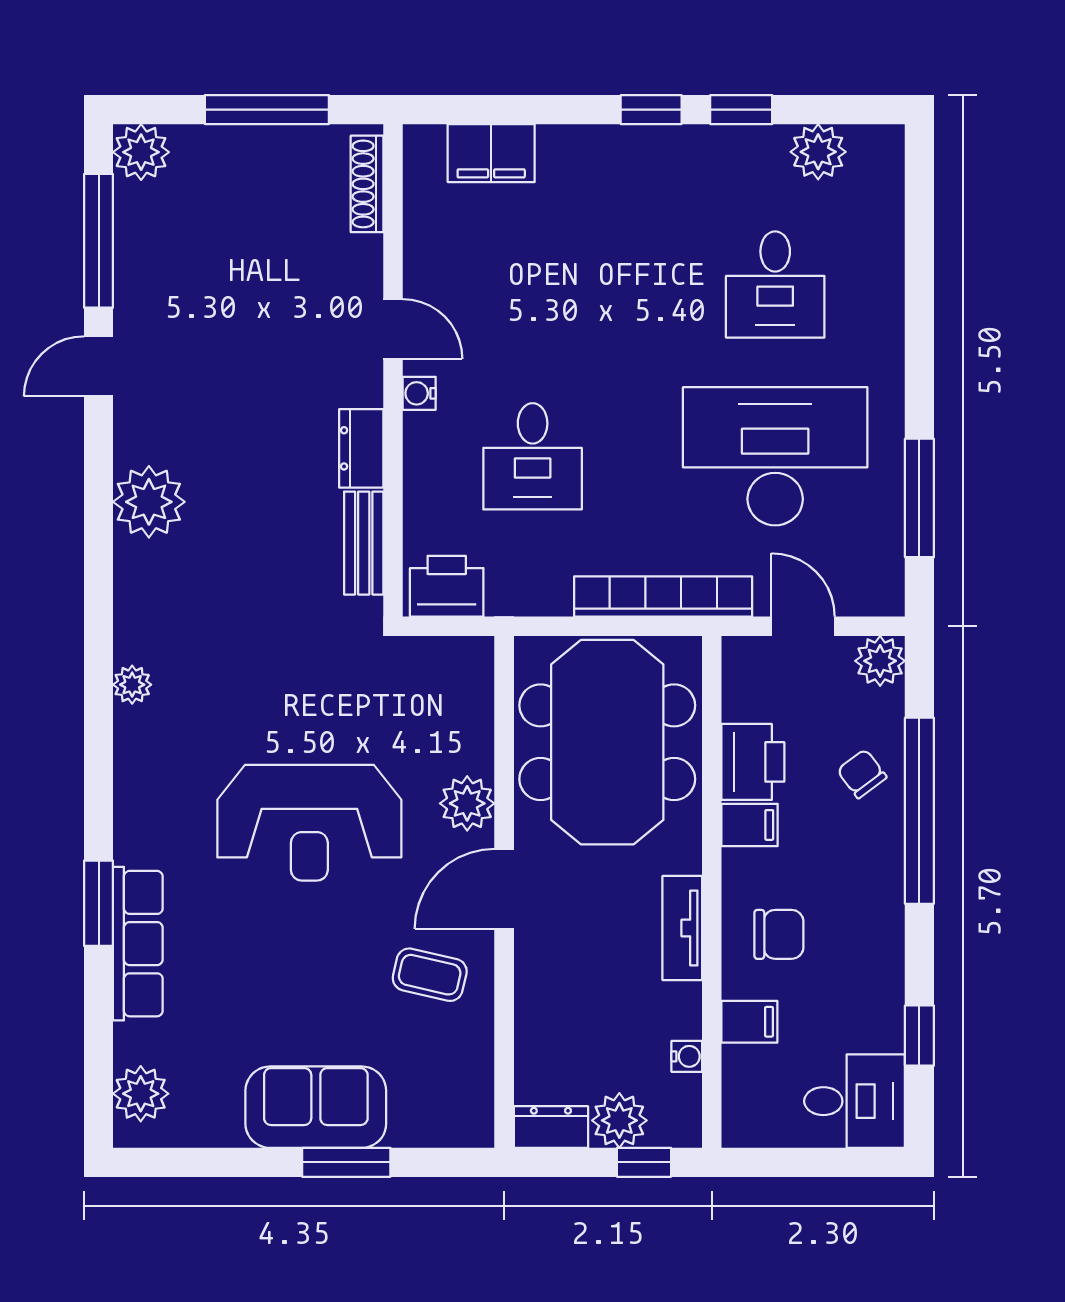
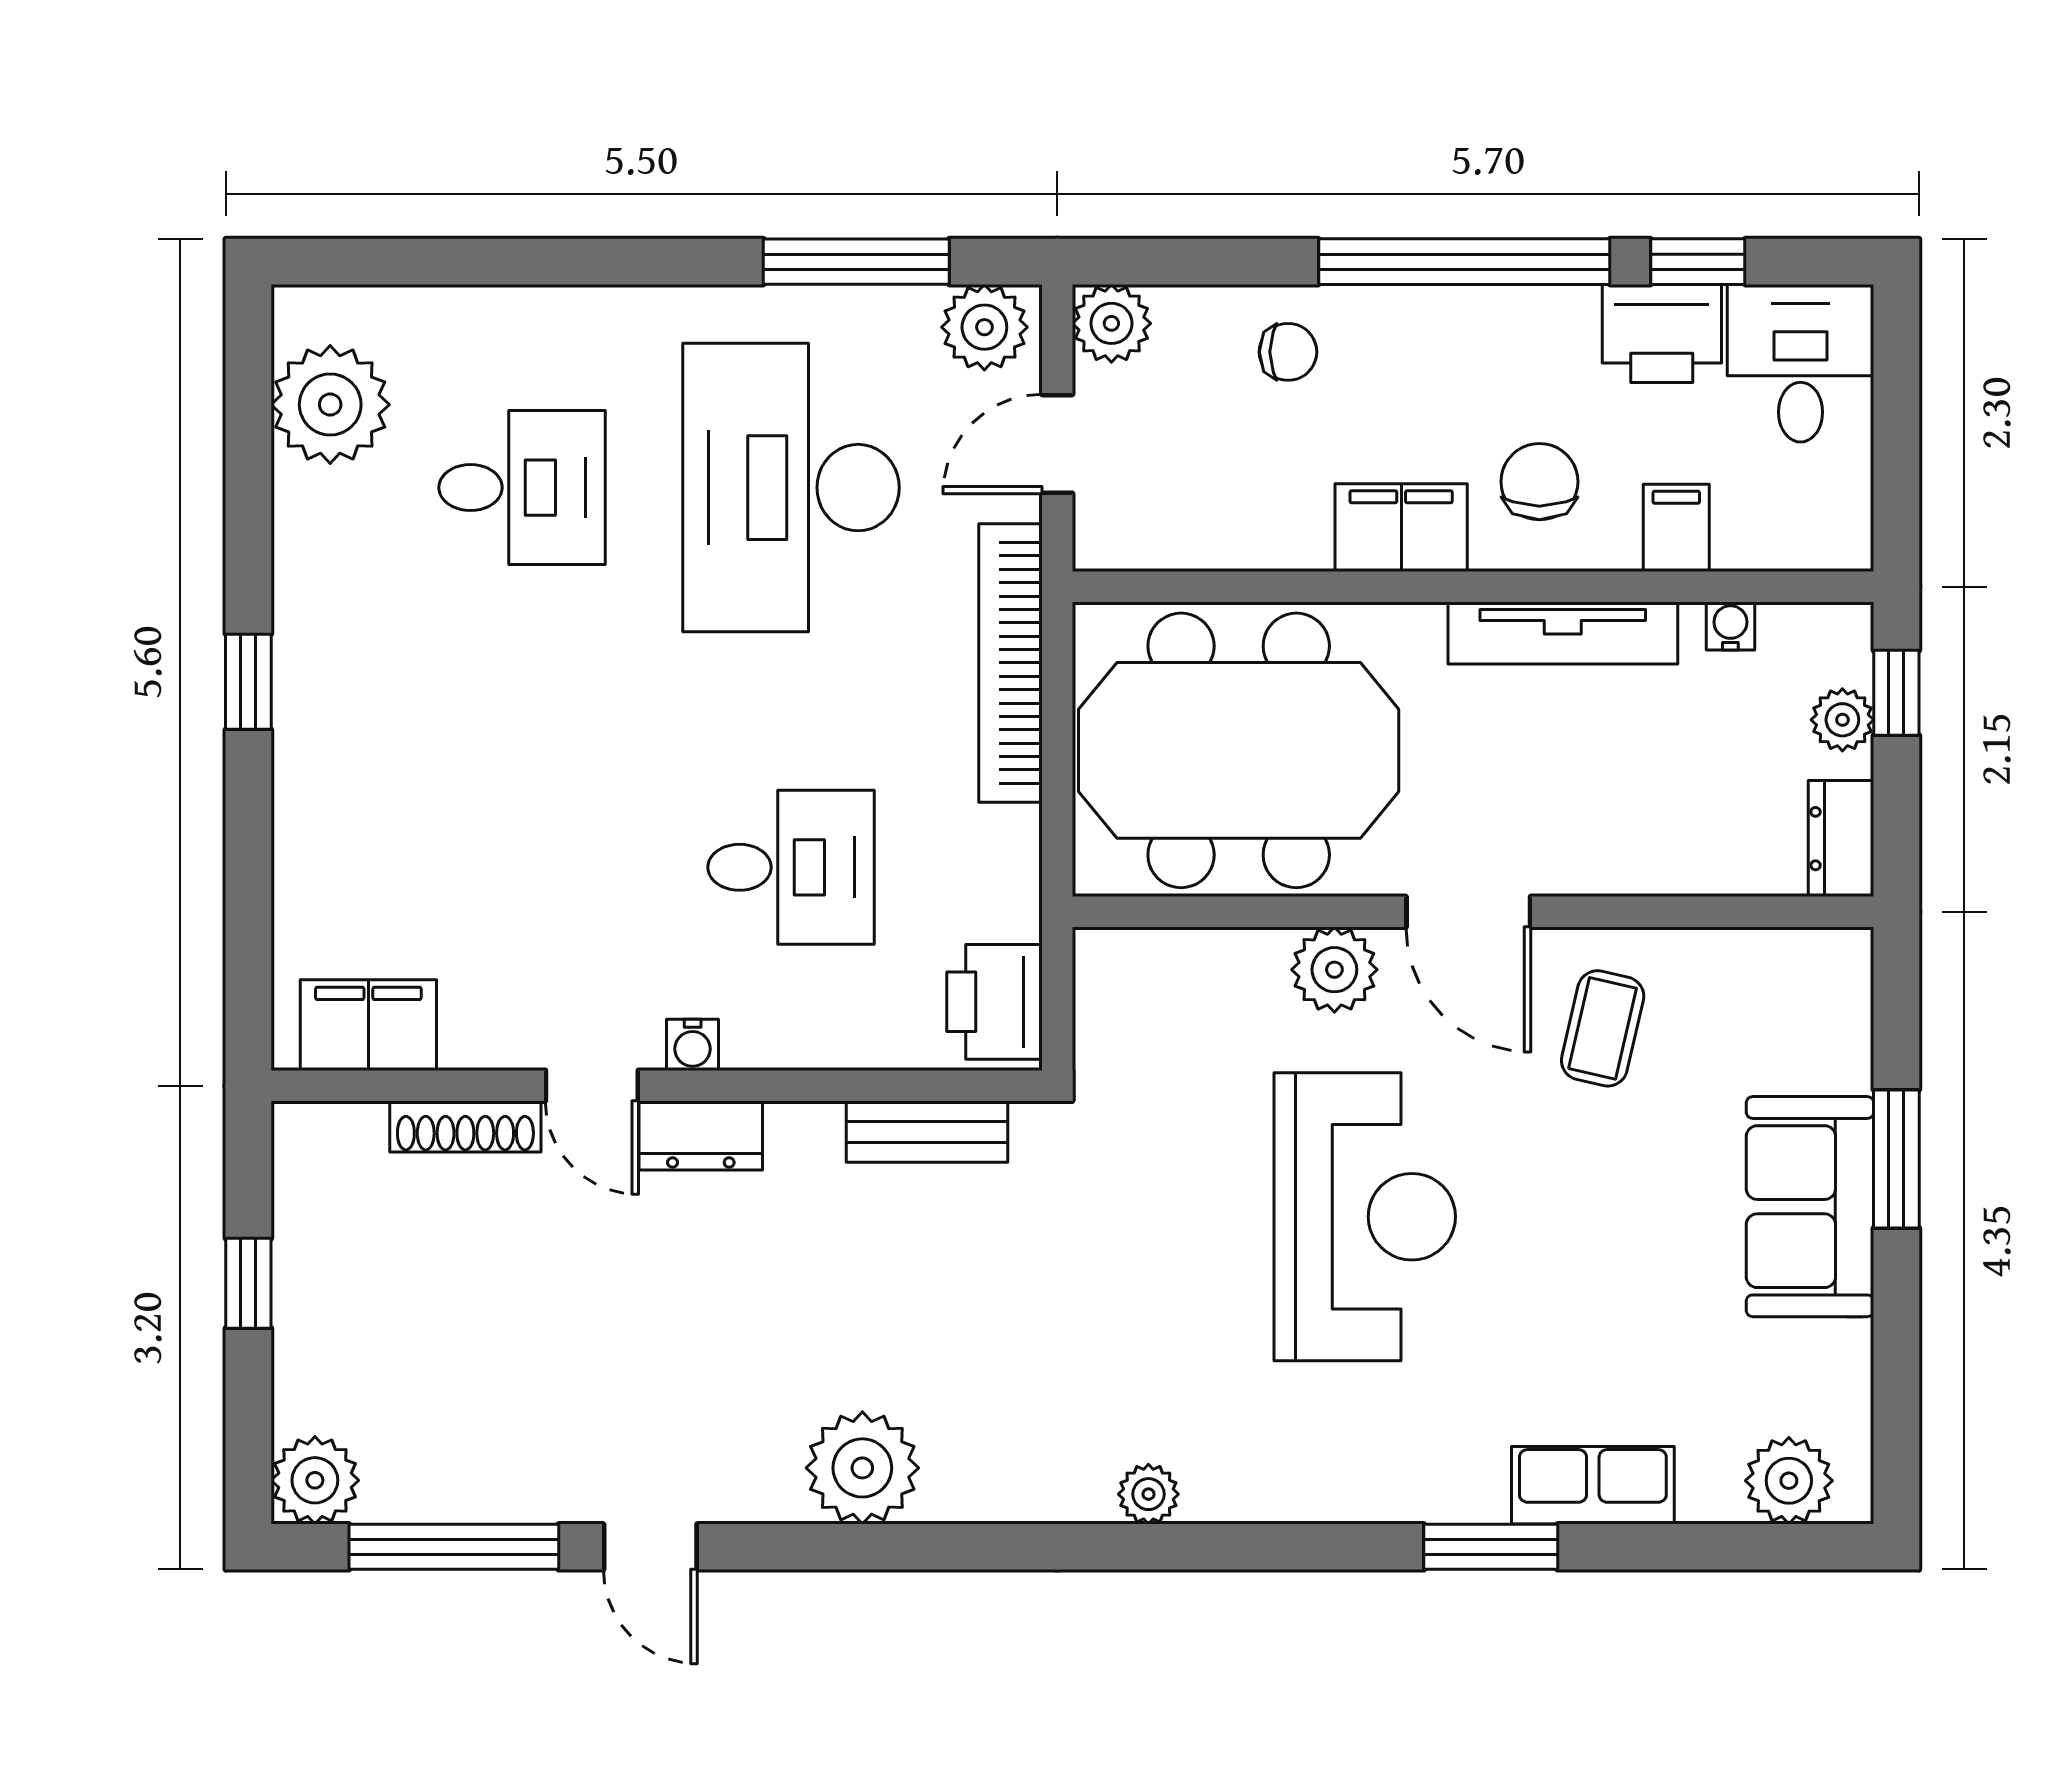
window: (267, 110) -> (248, 1283), width x0.46
window: (741, 110) -> (248, 541), removed
plant: (818, 152) -> (330, 405), width x1.36, depth x1.36
filing cabinet: (491, 153) -> (368, 1025), moved, turned -90
shoe rack: (367, 184) -> (465, 1126), moved
door: (393, 329) -> (592, 1086), swing flipped
dresser: (361, 448) -> (701, 1135), moved
plant: (878, 580) -> (984, 327), added
printer: (753, 762) -> (1662, 334), moved, turned 180
chair: (862, 774) -> (1288, 352), turned -143
window: (919, 811) -> (1464, 262), moved
filing cabinet: (750, 825) -> (1401, 528), width x2.00
tv unit: (682, 928) -> (1563, 633), width x1.41
row of seats: (138, 944) -> (1593, 1485), width x0.68
plant: (619, 1120) -> (1842, 720), width x0.73, depth x0.73

